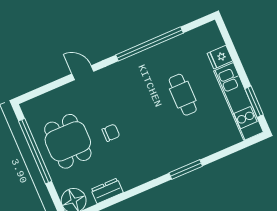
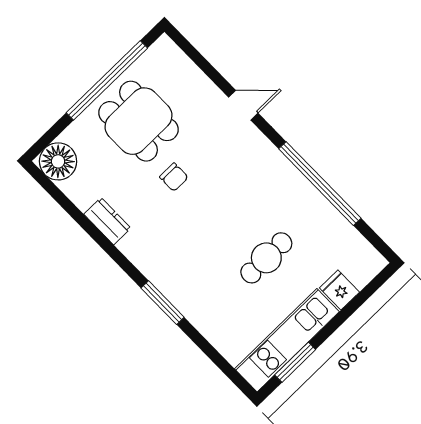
door: (83, 73) -> (243, 105), hinge flipped
dining table: (68, 141) -> (138, 121), turned 90
dresser: (107, 191) -> (107, 221), moved

